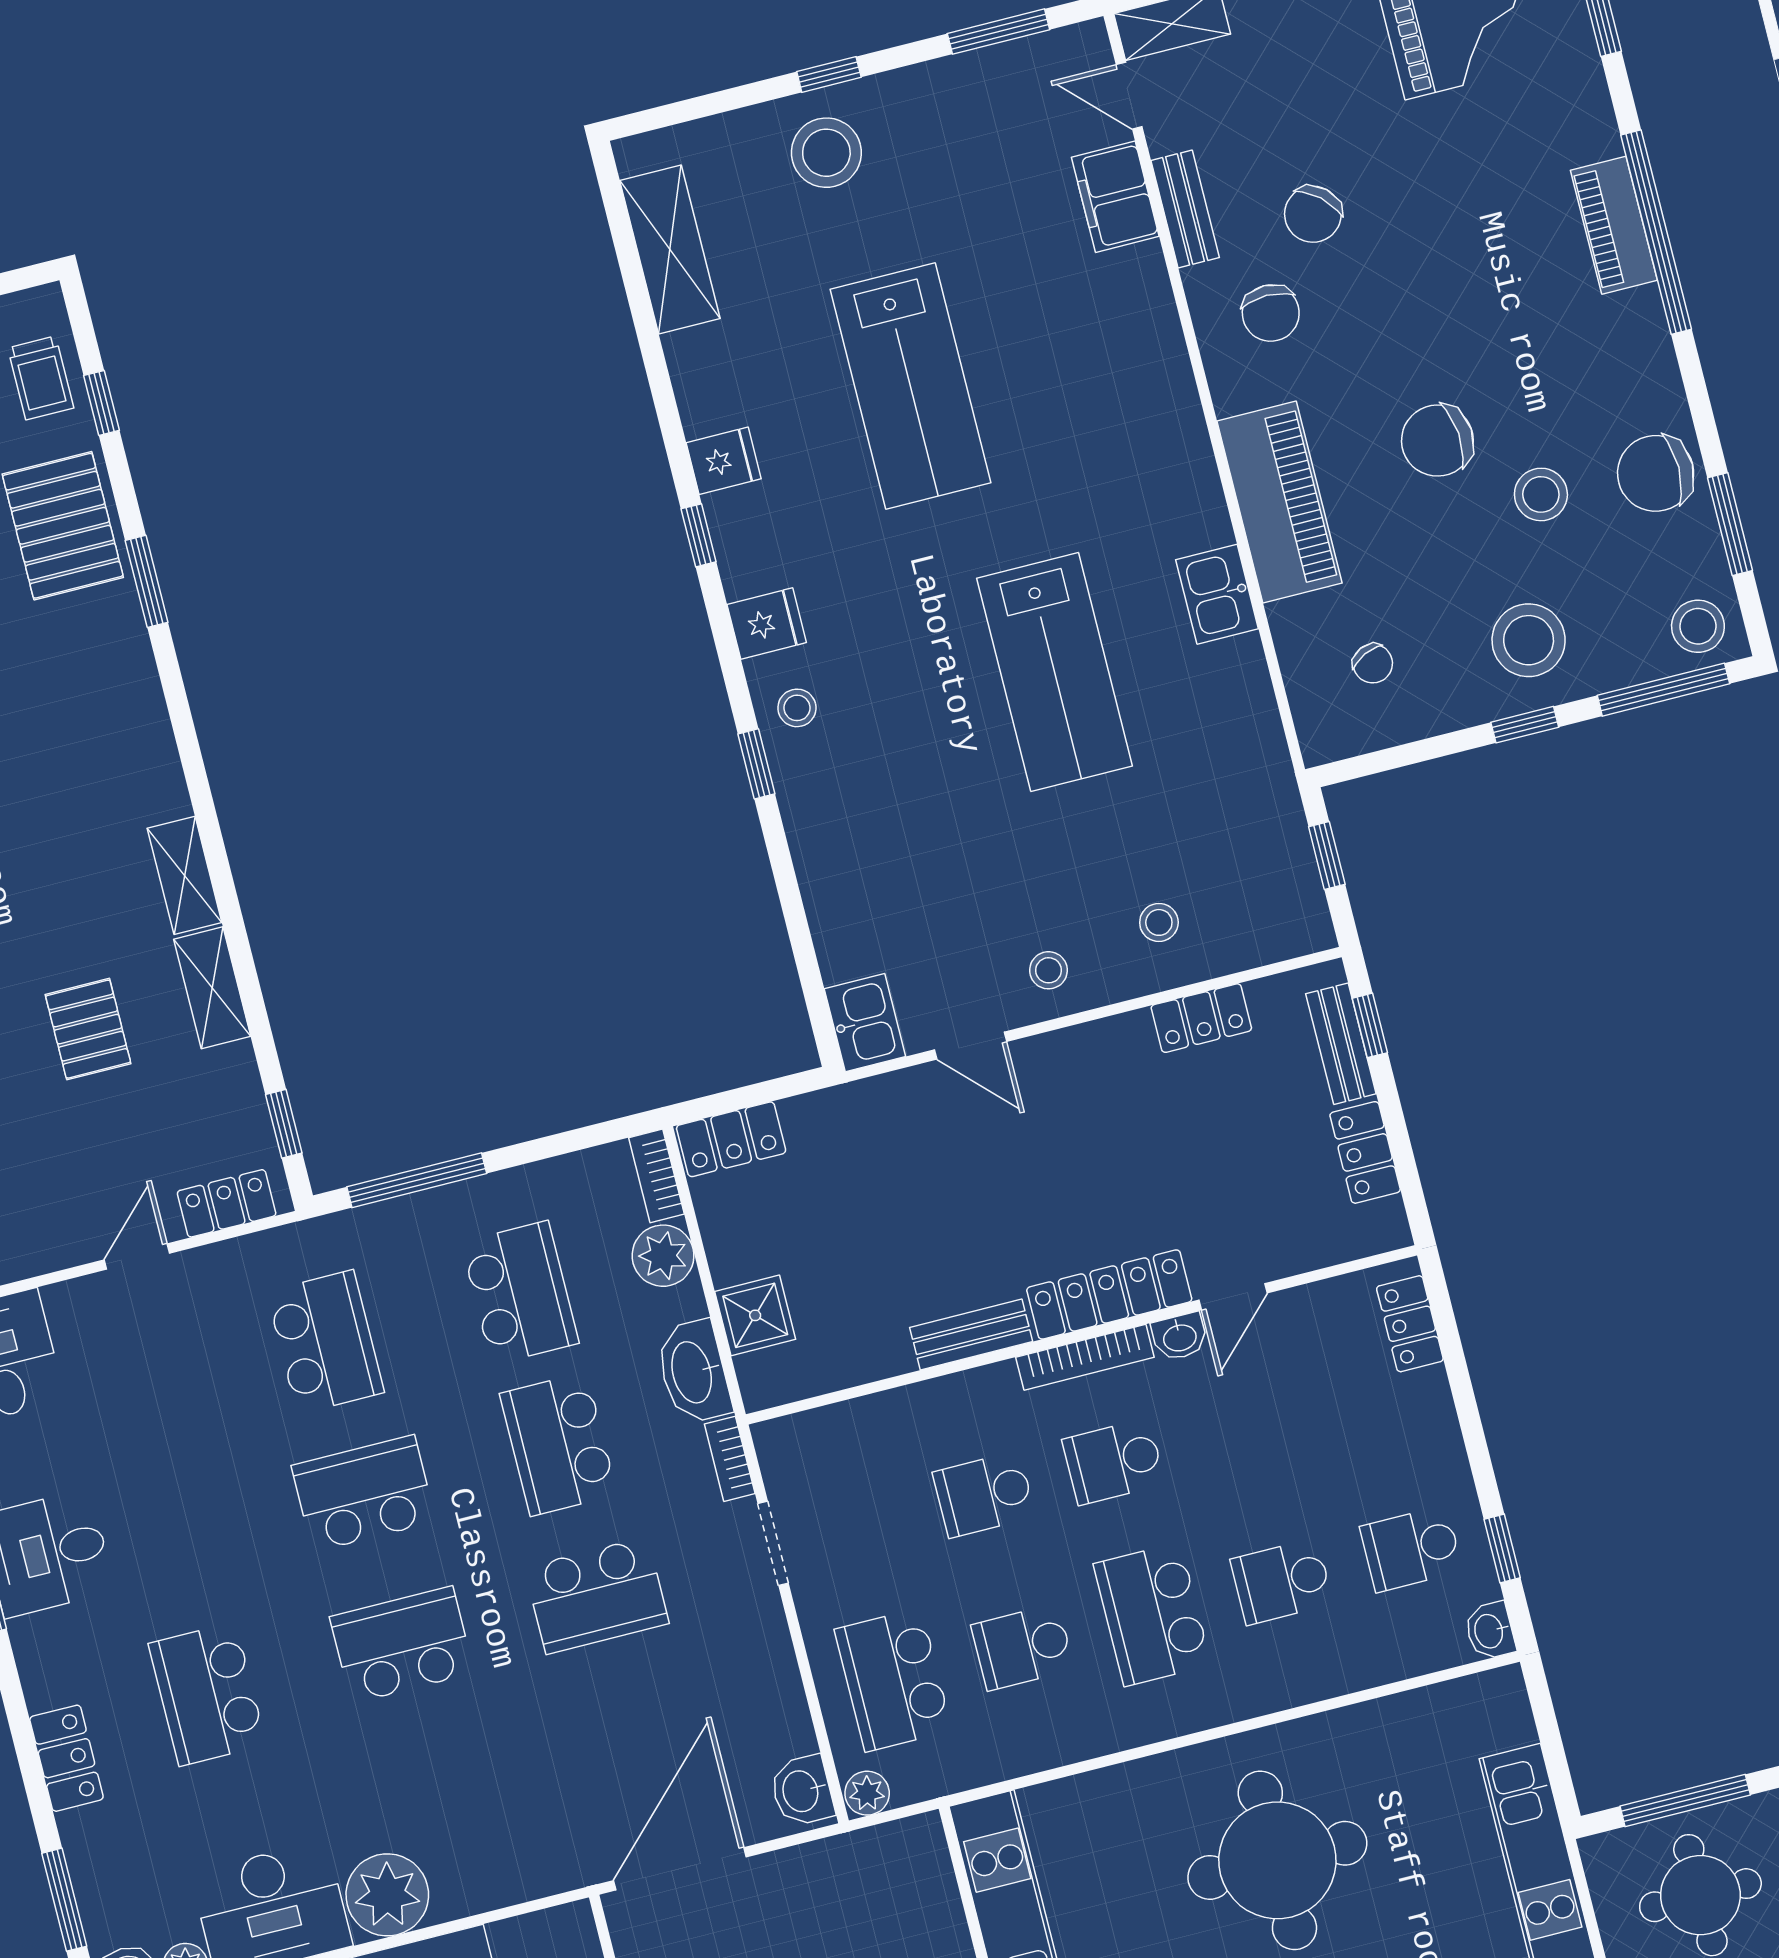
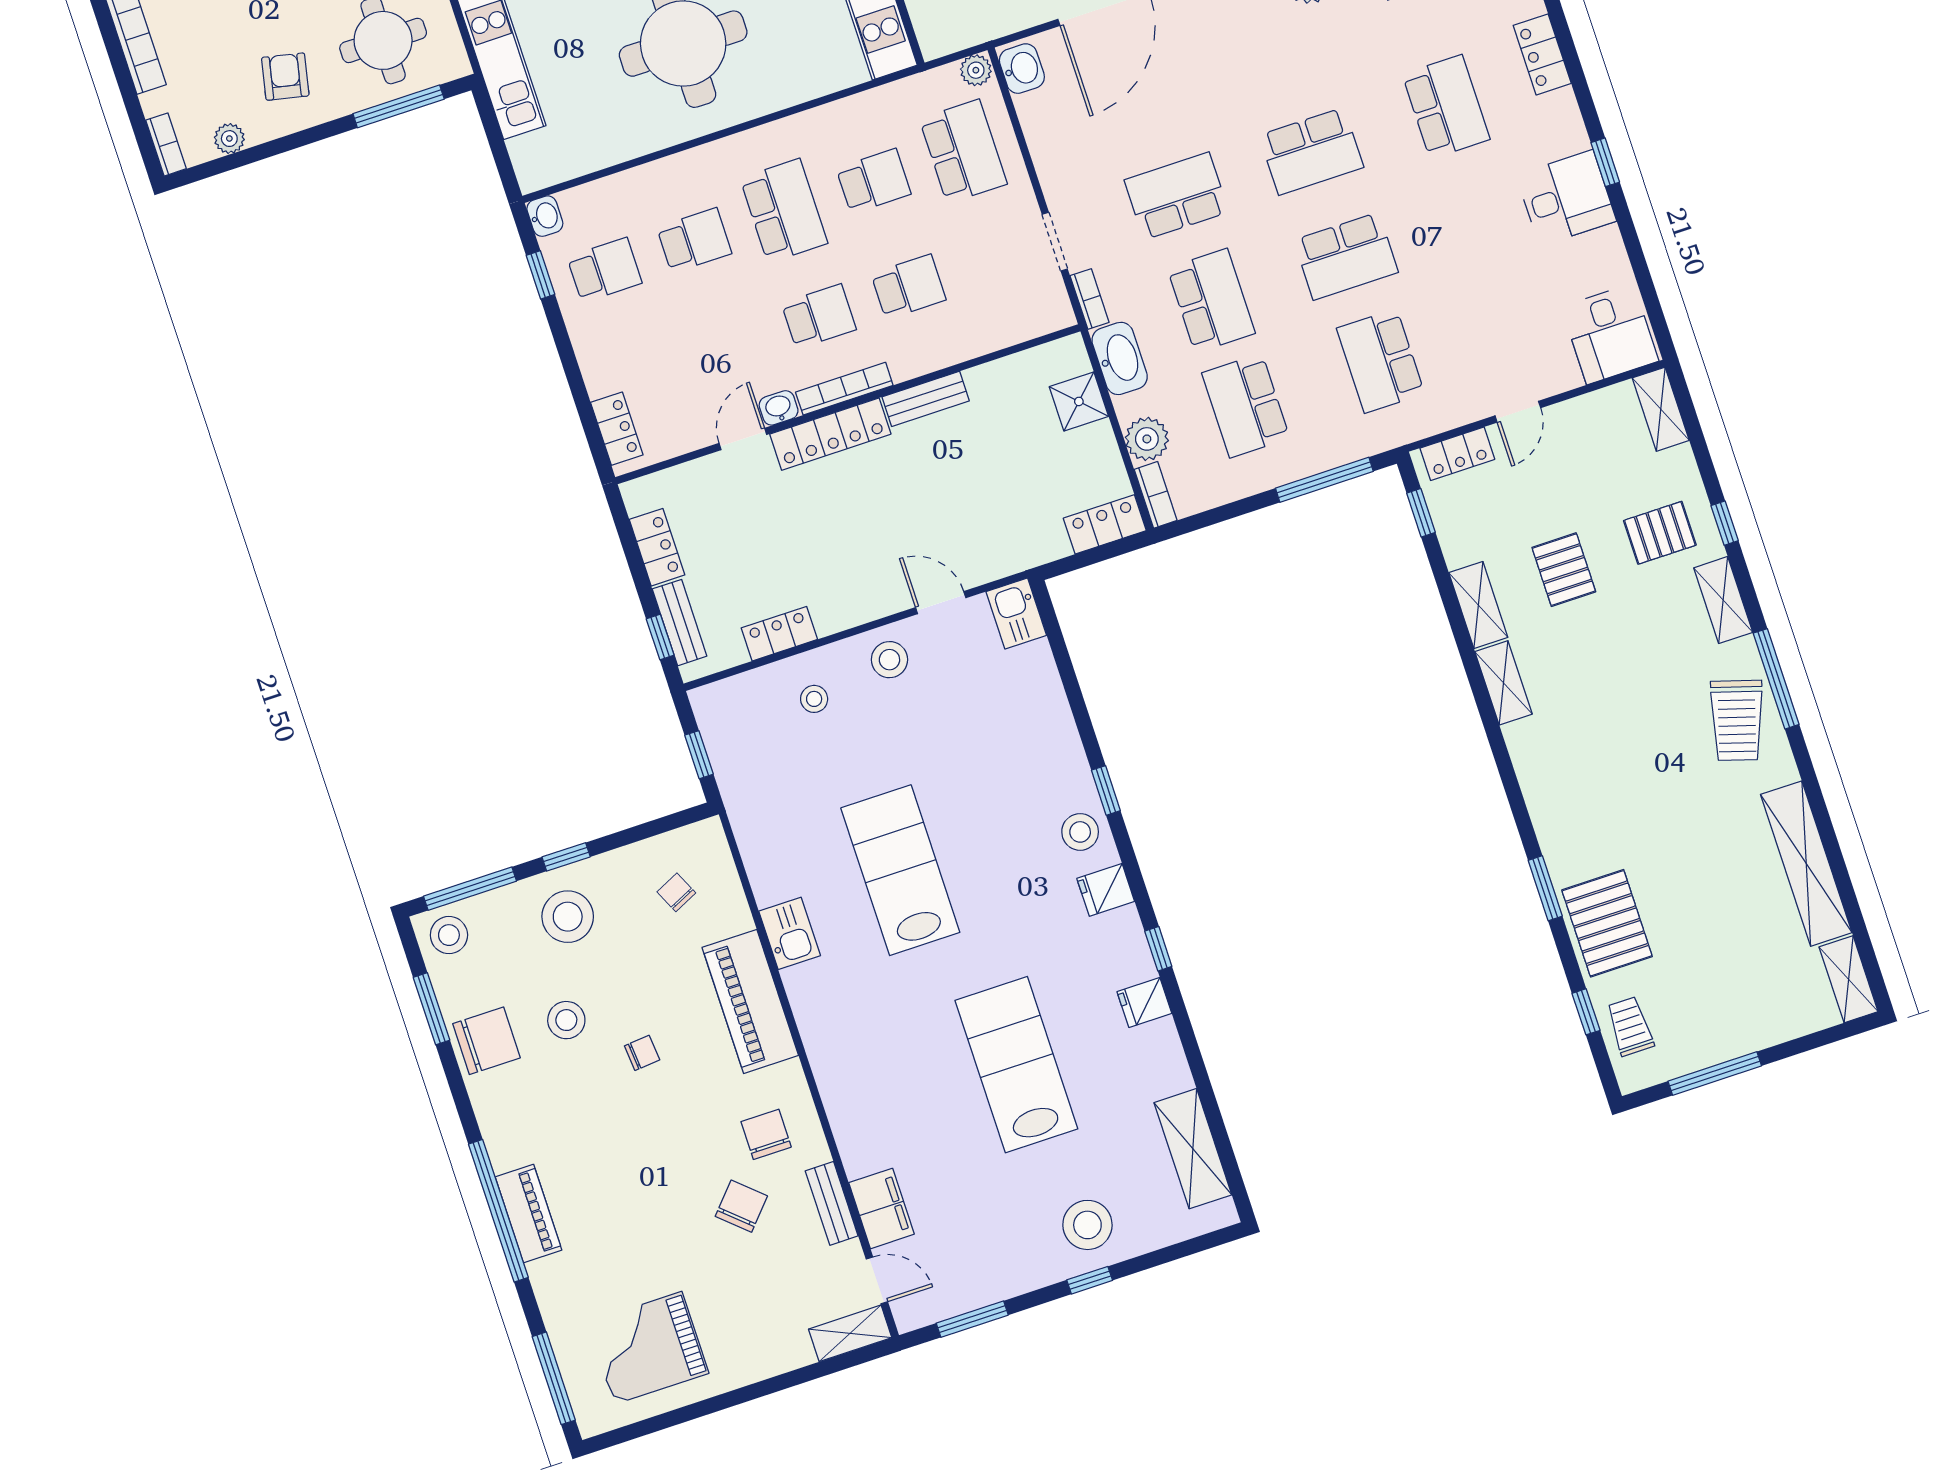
chair: (1437, 441) -> (642, 1053), width x0.54, depth x0.54
stool: (797, 708) -> (1080, 832), width x1.37, depth x1.37
stool: (1049, 970) -> (889, 660), width x1.37, depth x1.37

